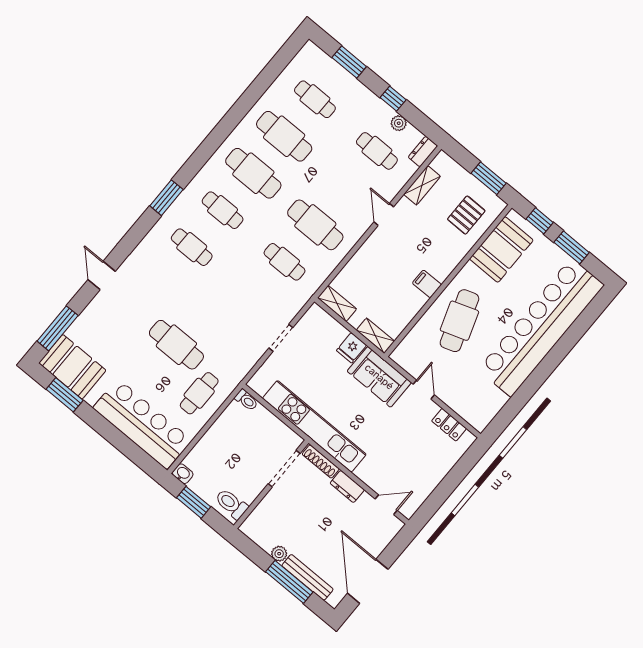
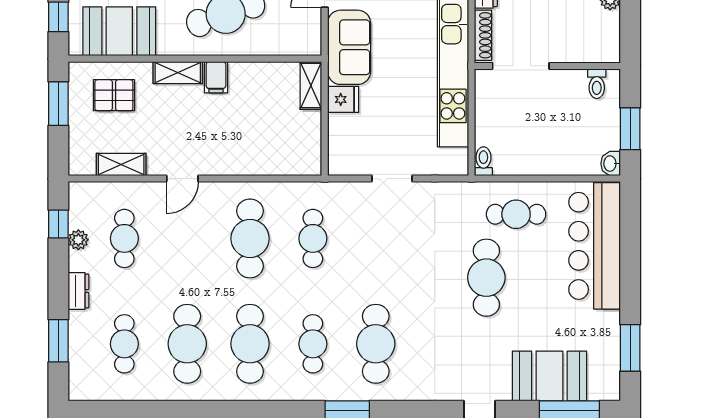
window: (393, 99) -> (58, 224), moved
dresser: (423, 152) -> (79, 291), moved, turned -90
cafe table: (192, 247) -> (376, 344), width x1.37, depth x1.35
shelving: (337, 303) -> (178, 73), moved, turned 90
booth: (72, 367) -> (549, 376), moved, turned 90
toilet: (231, 504) -> (597, 84), width x0.73, depth x0.72

